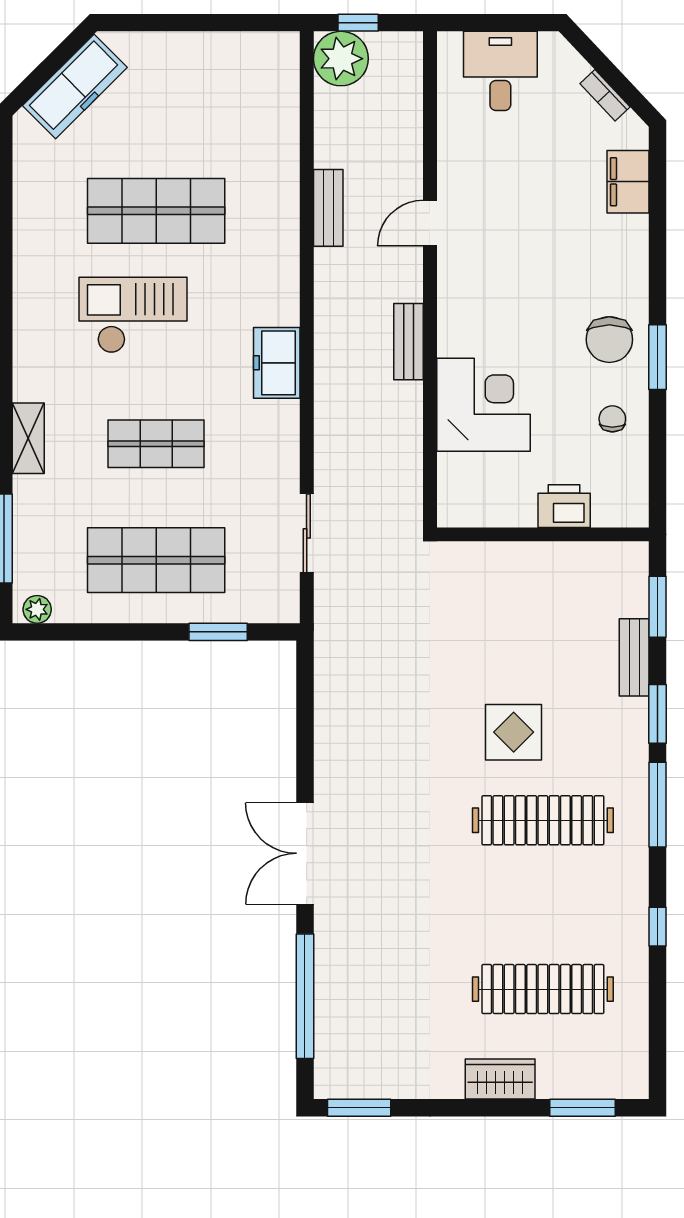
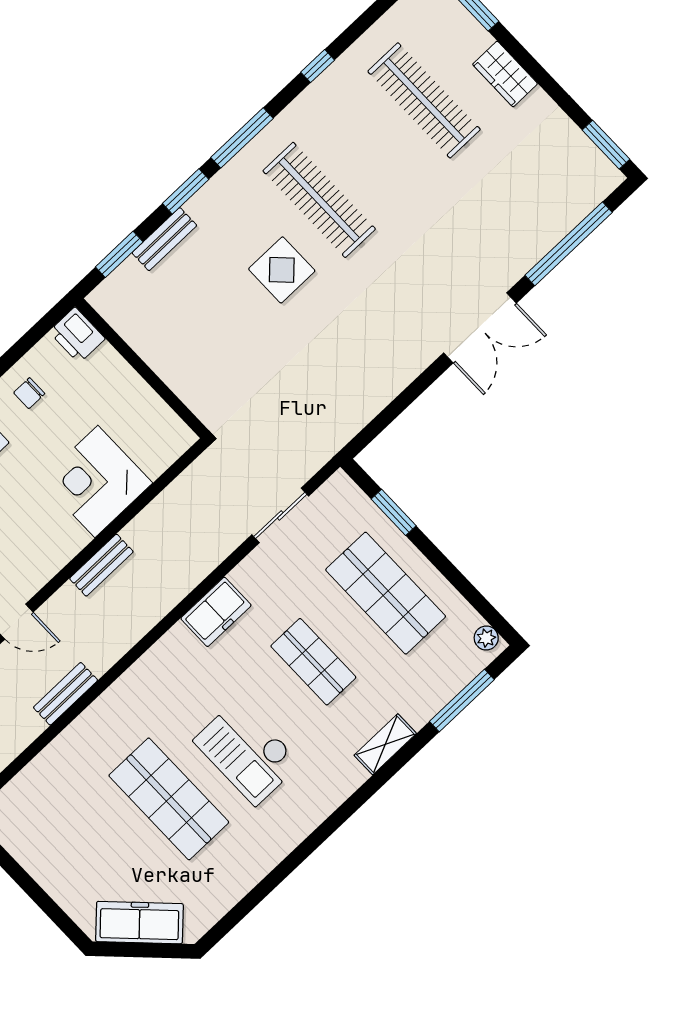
freezer: (277, 363) -> (216, 612), moved
printer: (564, 506) -> (77, 335), moved

